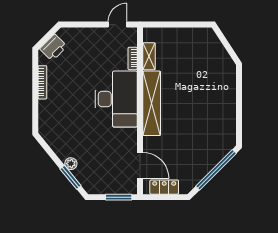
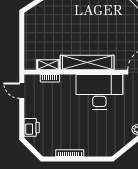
printer: (53, 47) -> (32, 127), moved, turned 45
desk: (116, 99) -> (99, 92), moved

